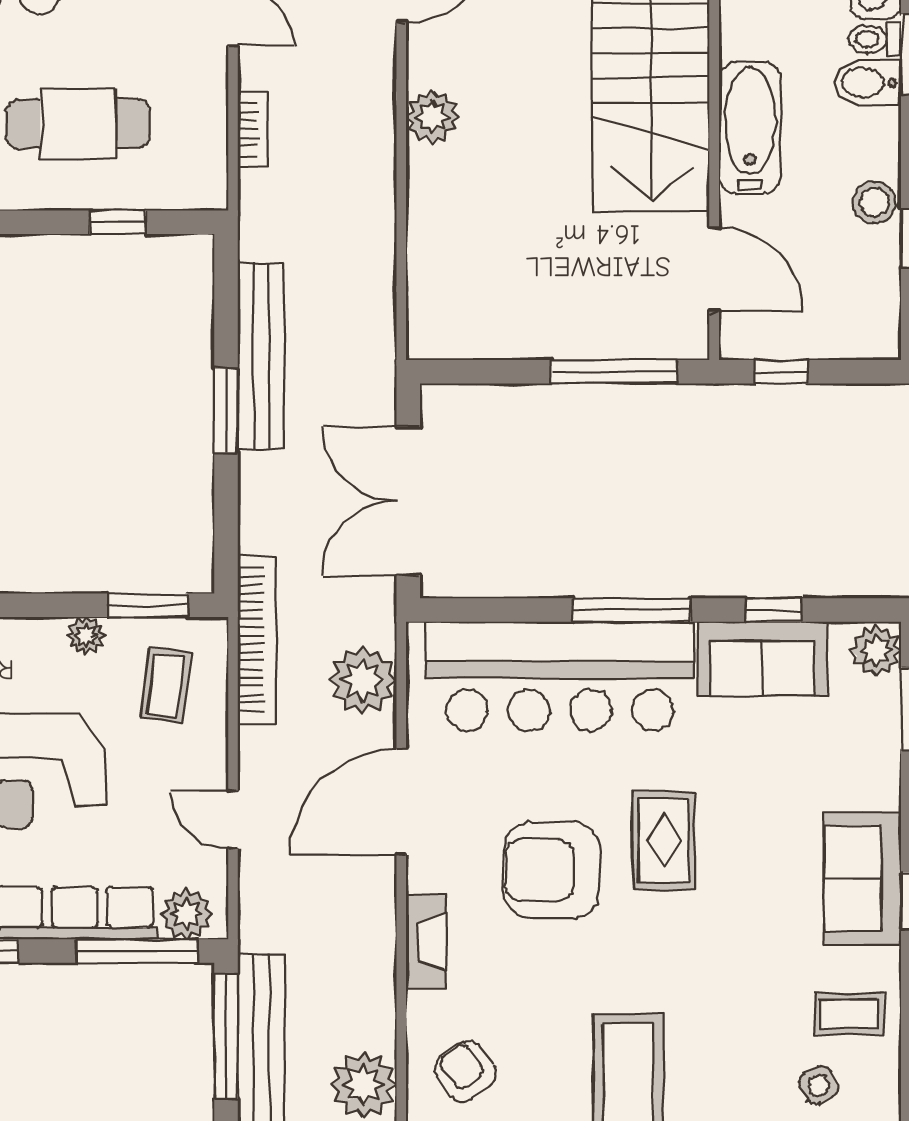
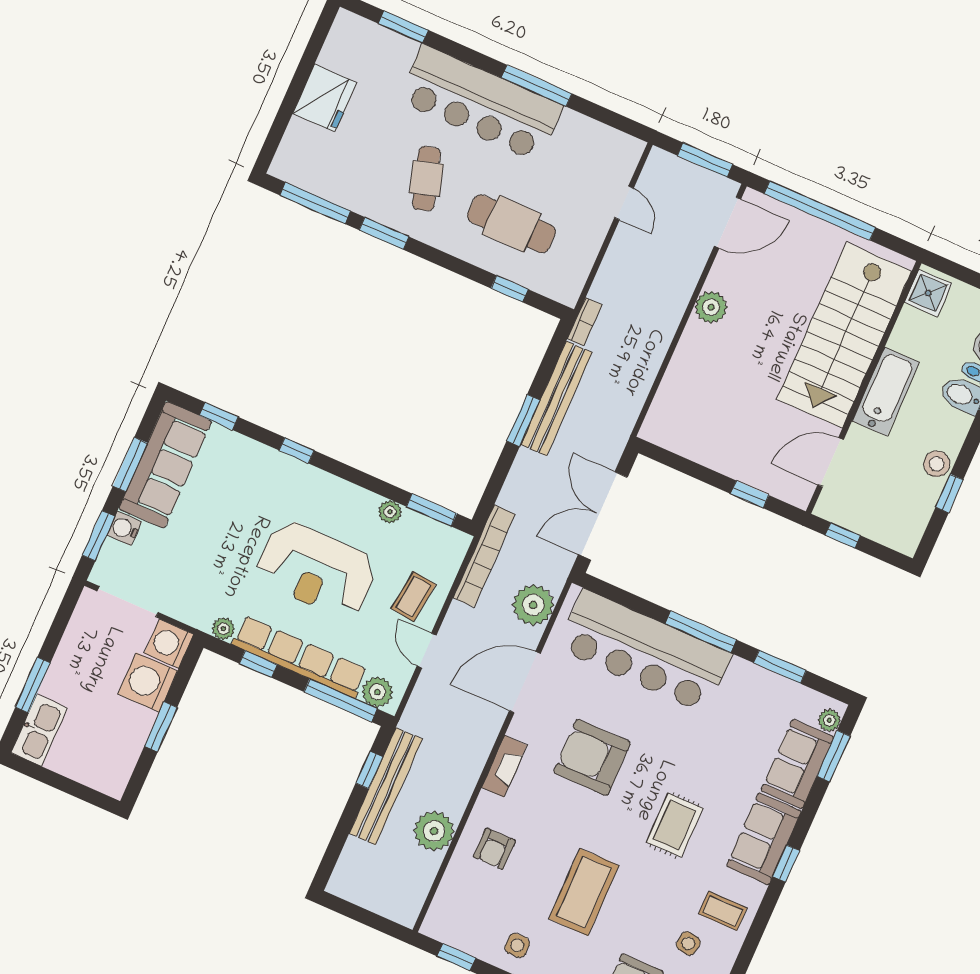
bookcase: (253, 129) -> (585, 322), moved
door: (714, 270) -> (831, 462), swing flipped
window: (614, 372) -> (750, 494), width x0.46
window: (773, 610) -> (780, 667), width x1.50
plant: (876, 651) -> (829, 720), width x0.73, depth x0.73
sofa: (762, 659) -> (797, 764), moved, turned 90
coffee table: (165, 685) -> (413, 596), moved
rug: (664, 841) -> (675, 825), moved
window: (226, 1036) -> (369, 770), width x0.46
armchair: (466, 1072) -> (494, 849), turned -142
side table: (819, 1085) -> (688, 943), turned 35

